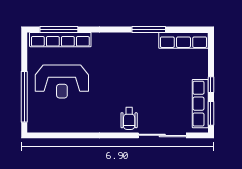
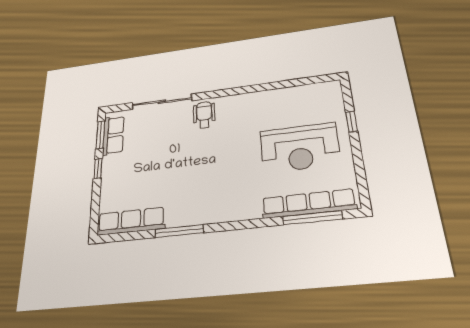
reception desk: (62, 81) -> (300, 148), turned 180
window: (24, 97) -> (352, 122), width x0.32
row of seats: (200, 104) -> (113, 135), width x0.68

